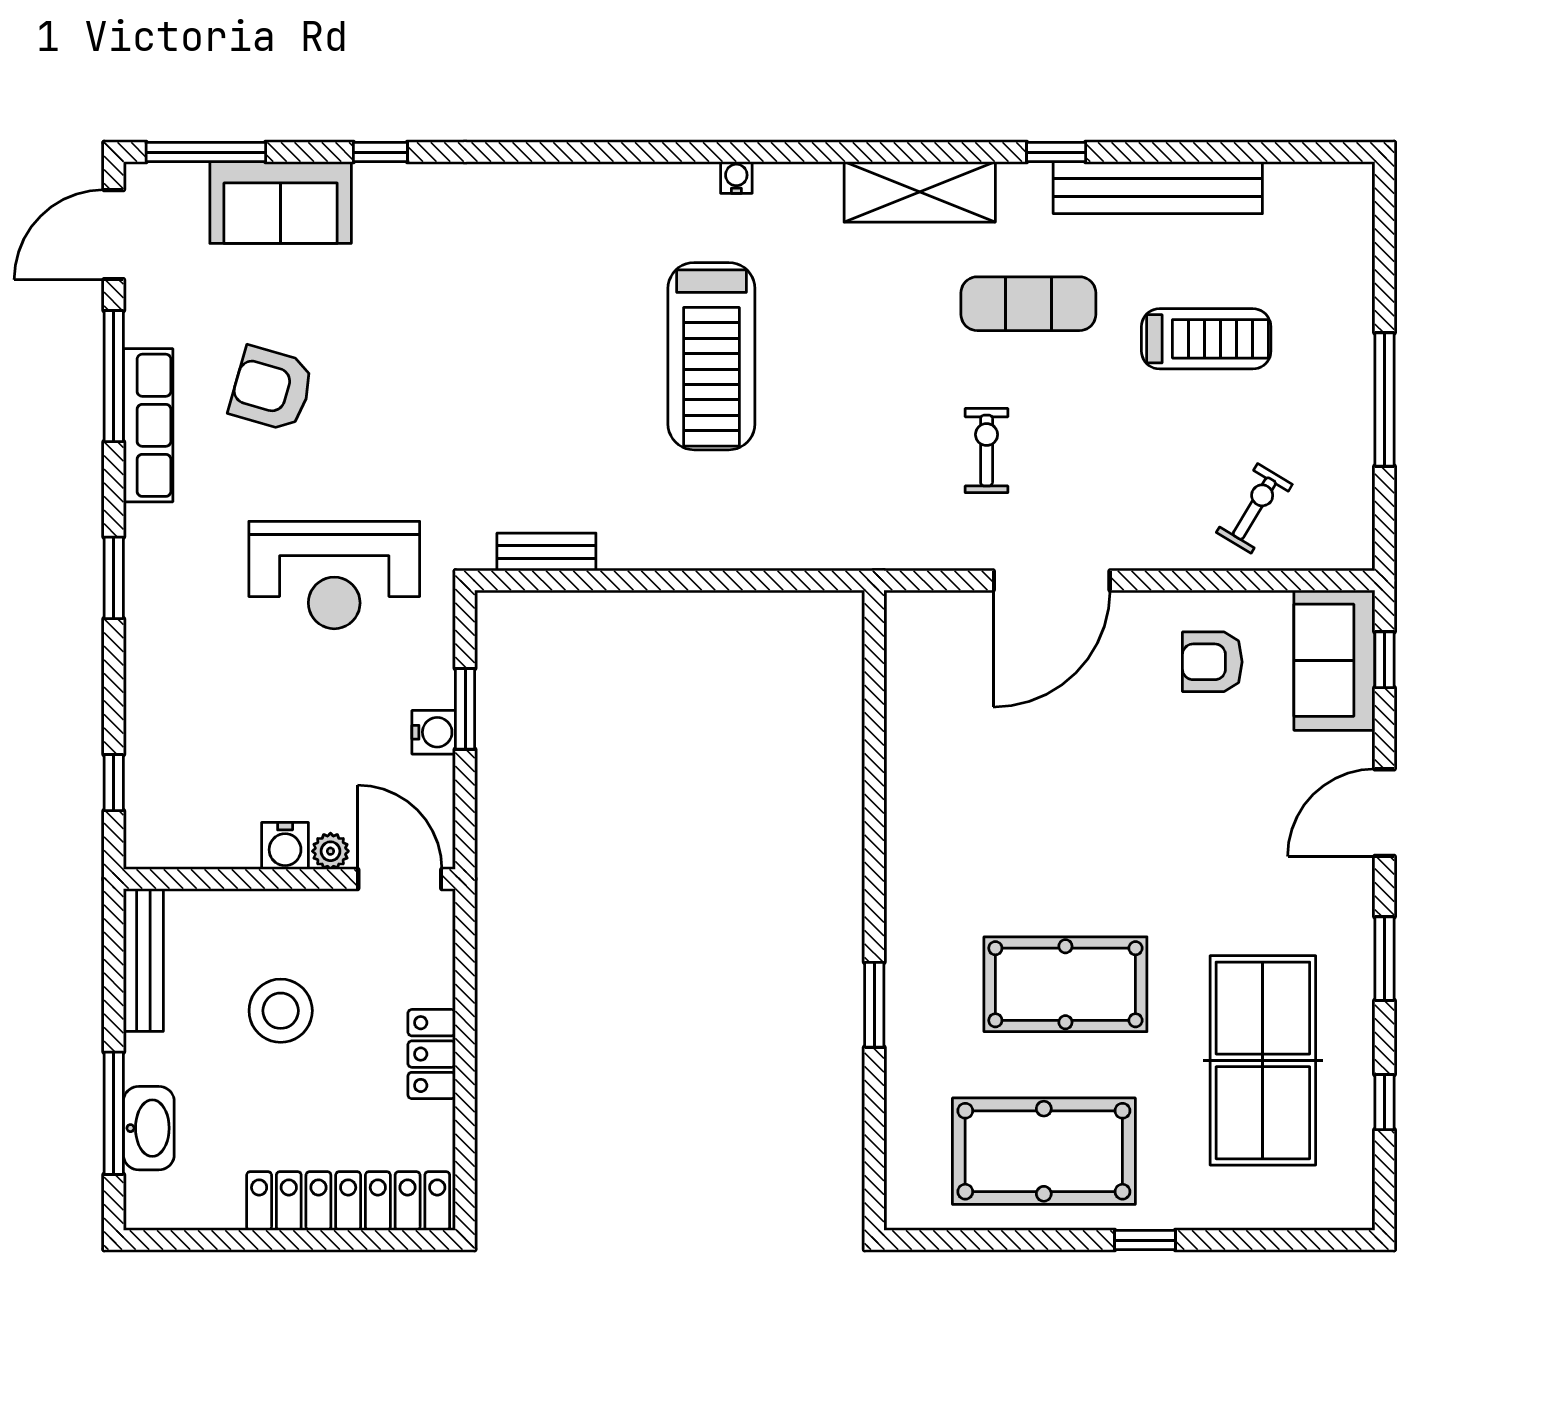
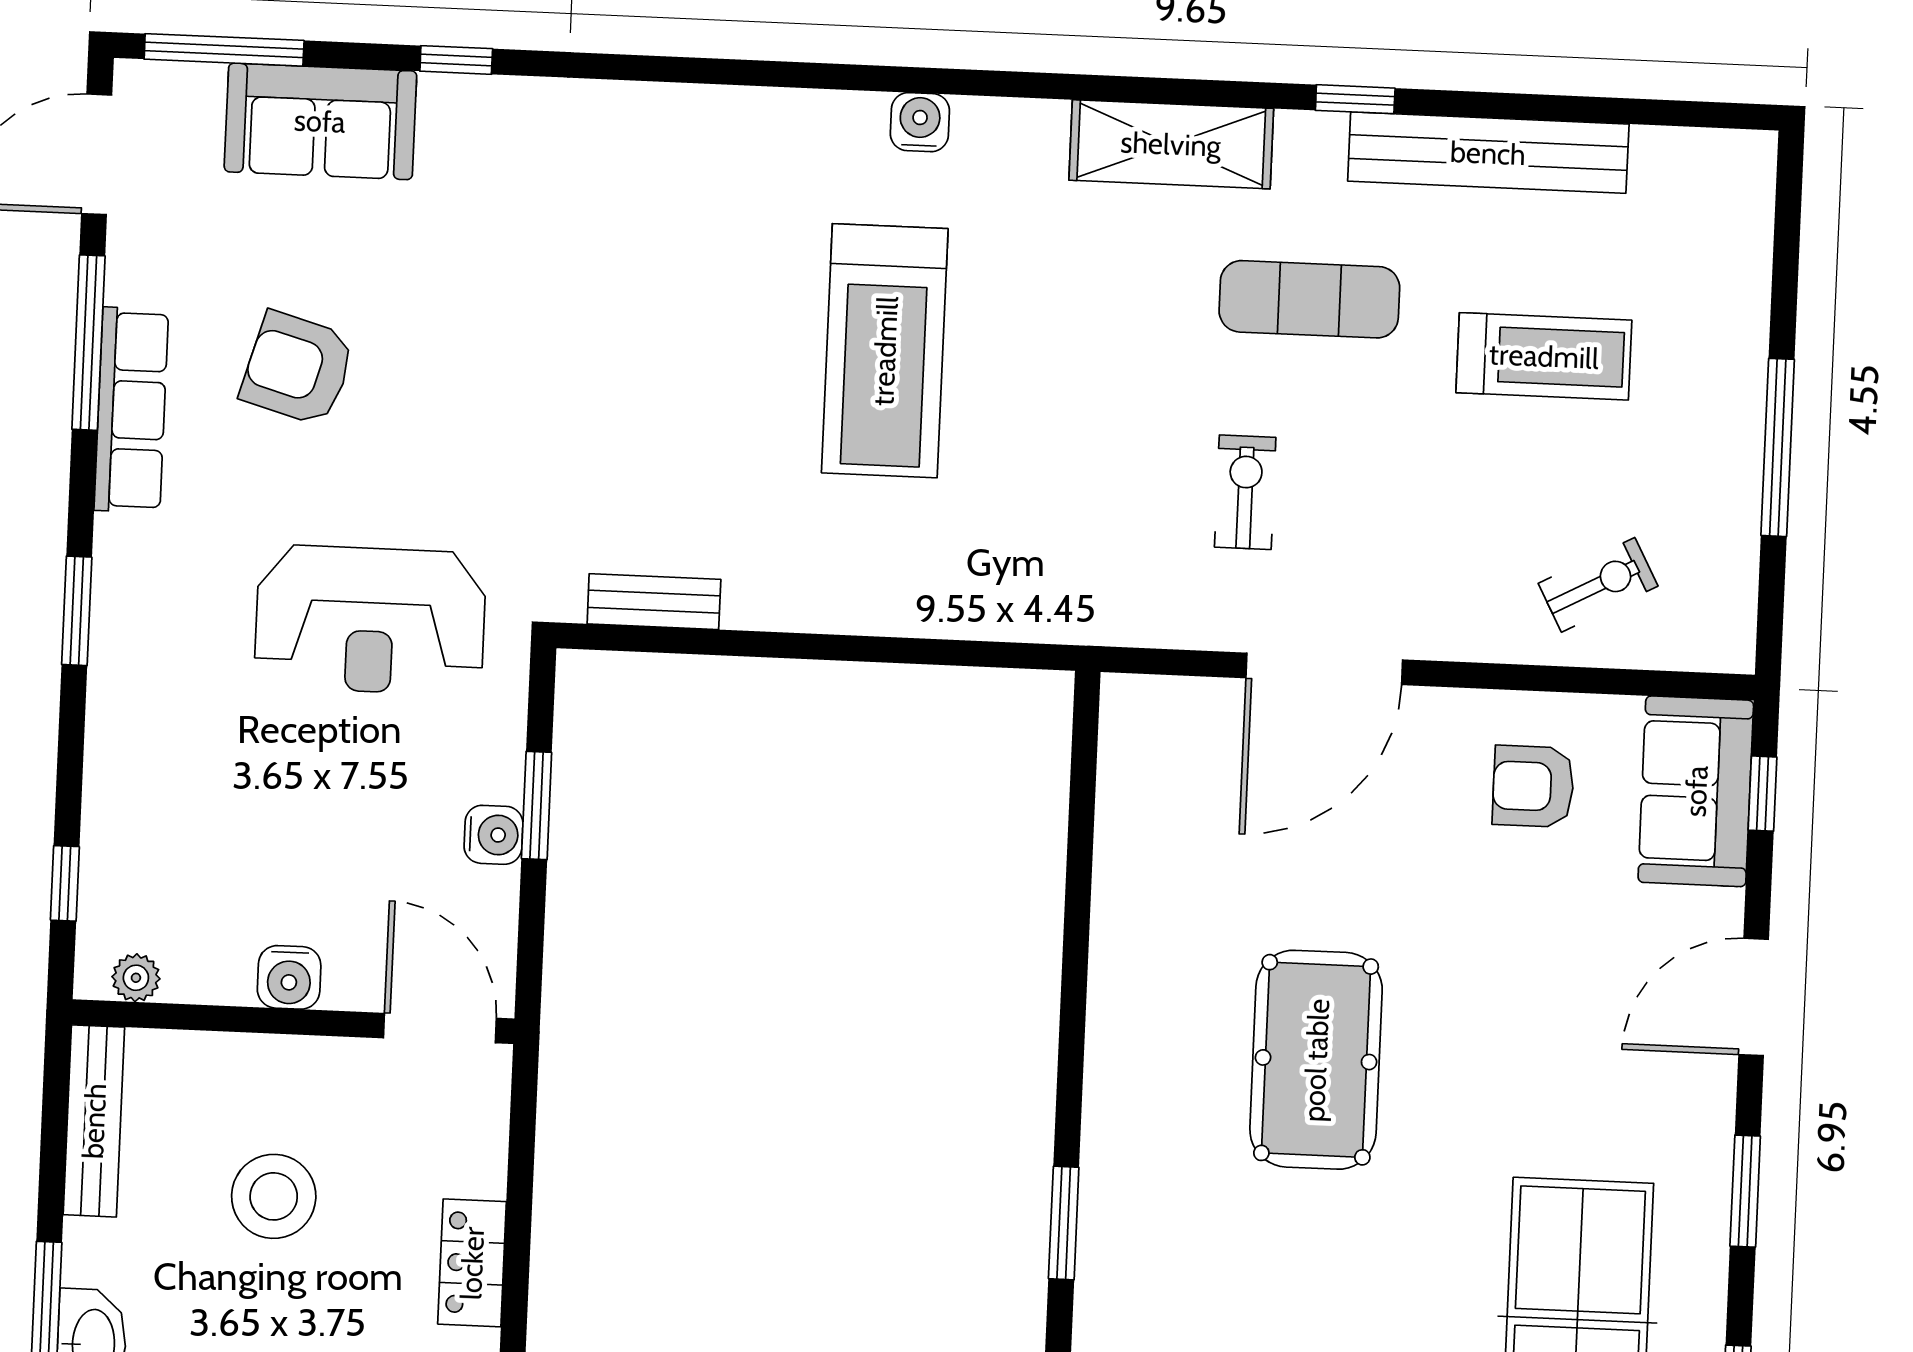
water cooler: (736, 177) -> (920, 122), width x1.38, depth x1.38
exercise bike: (1254, 508) -> (1598, 585), turned 31
plant: (330, 851) -> (136, 978), moved
pool table: (1065, 984) -> (1316, 1060), moved, turned 90

